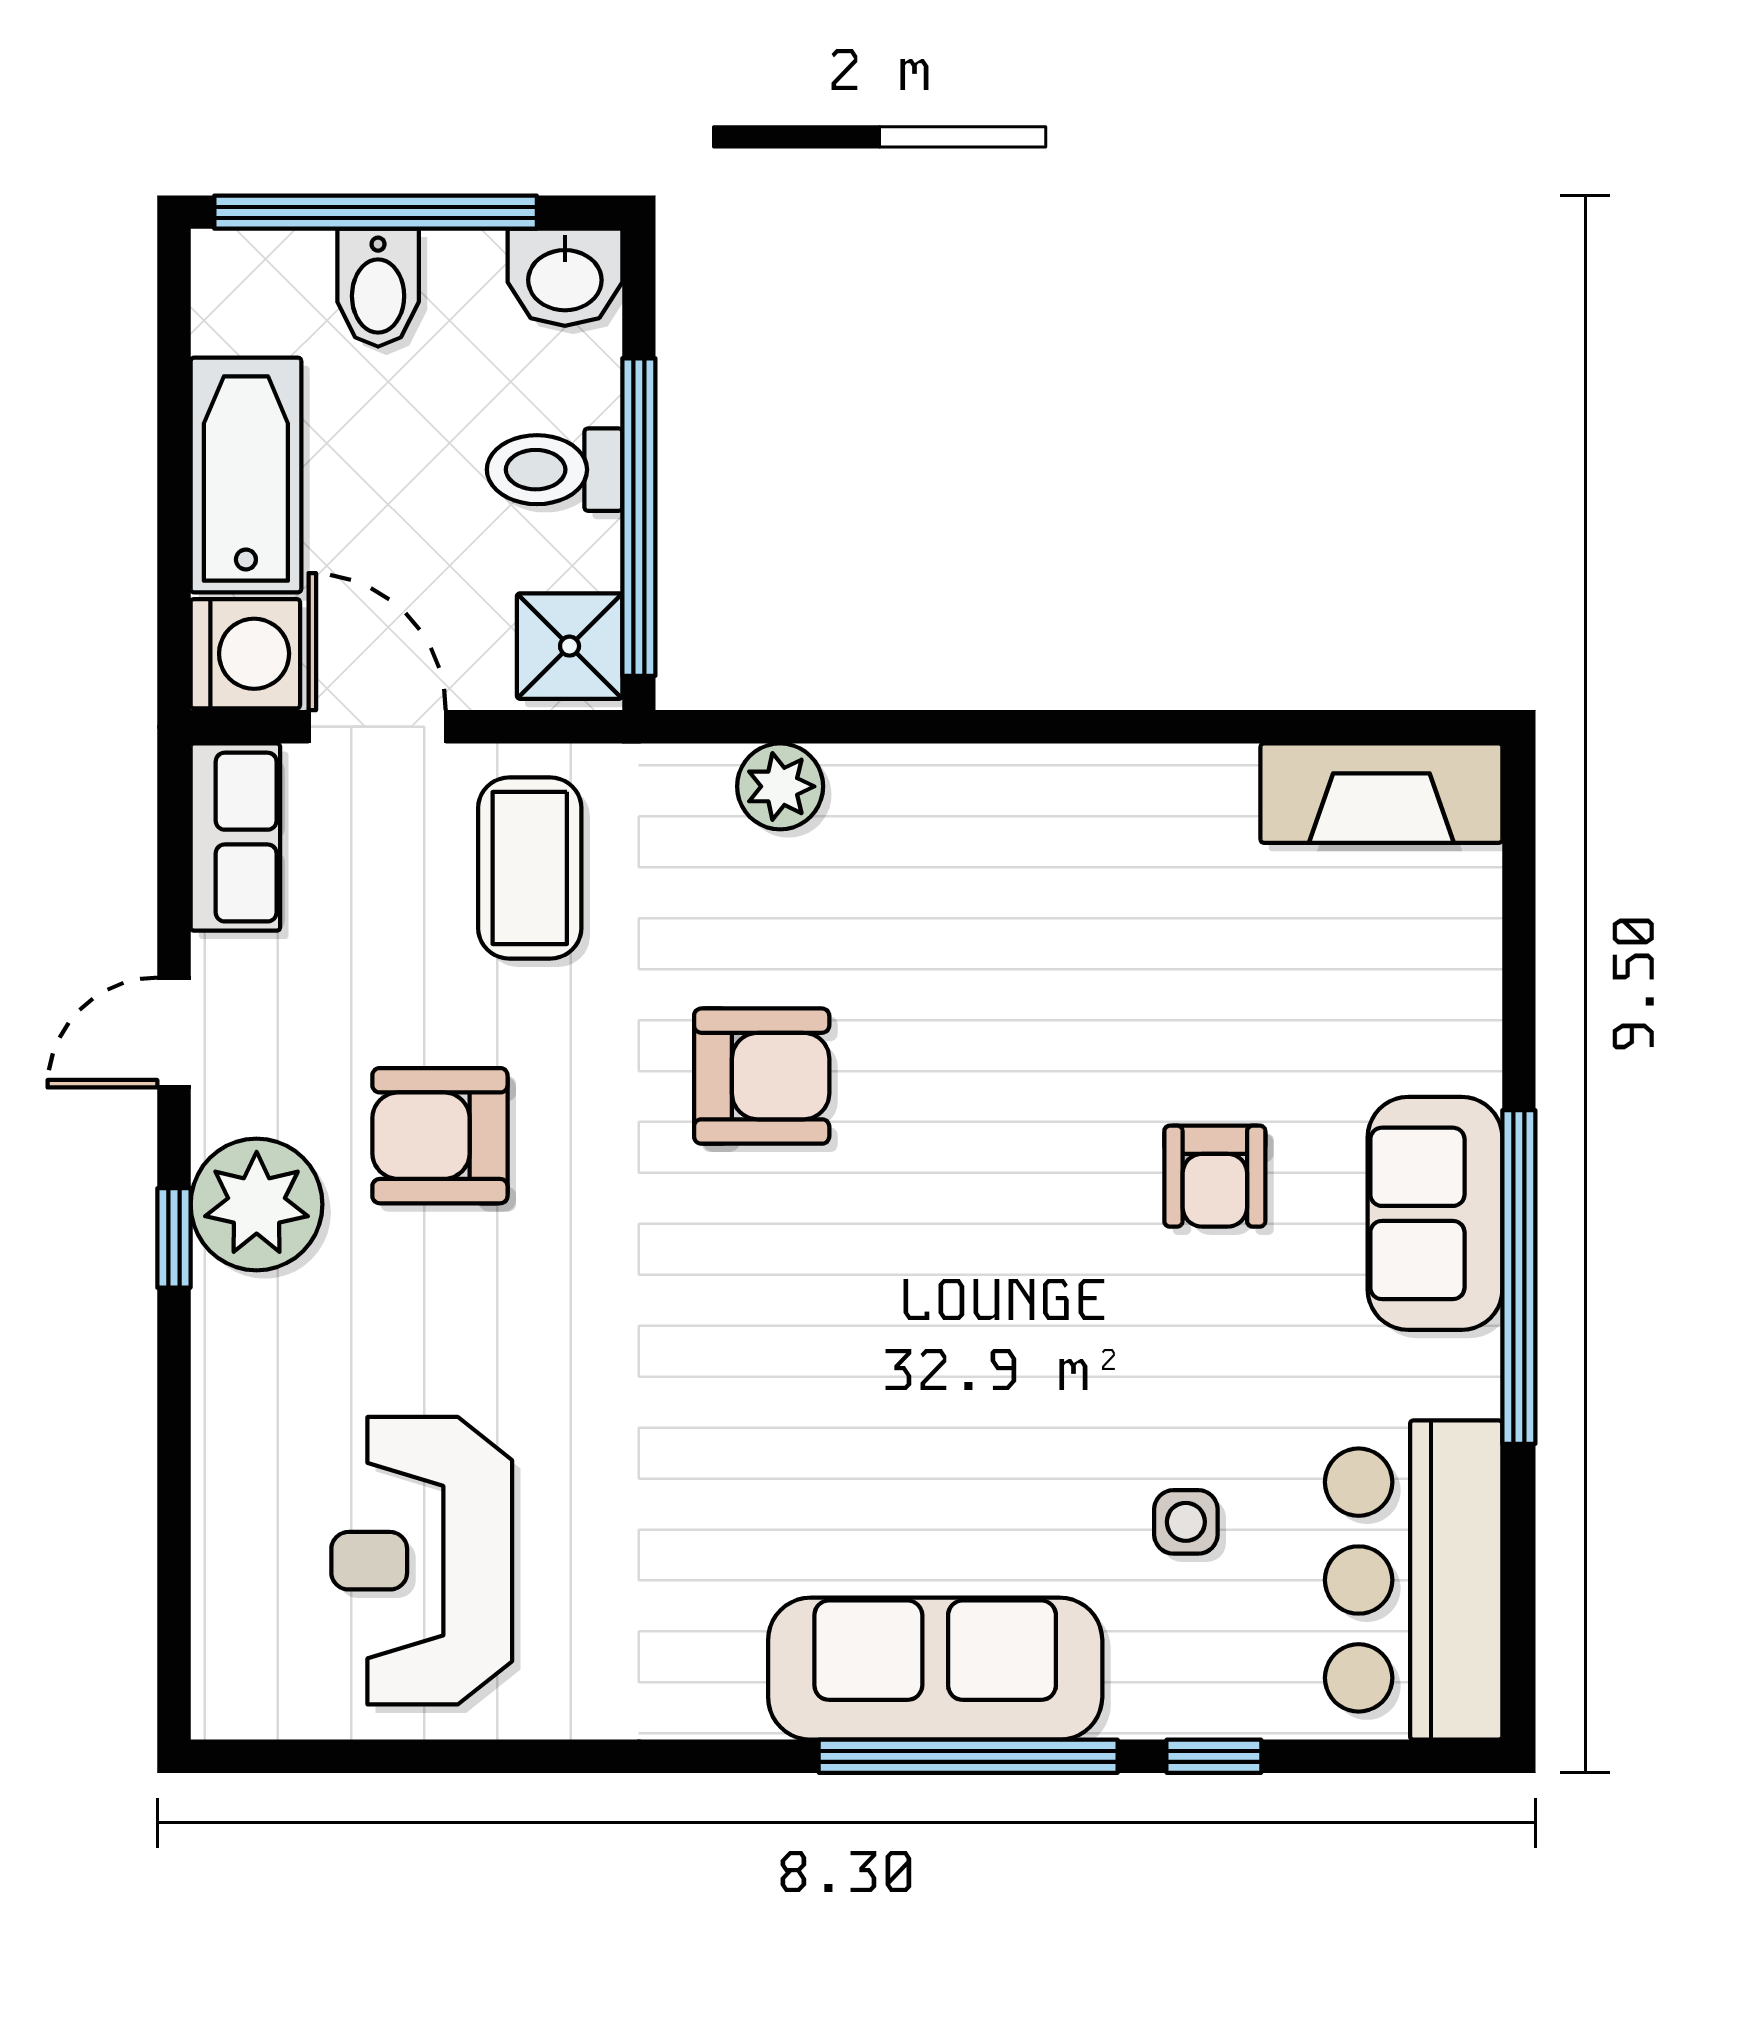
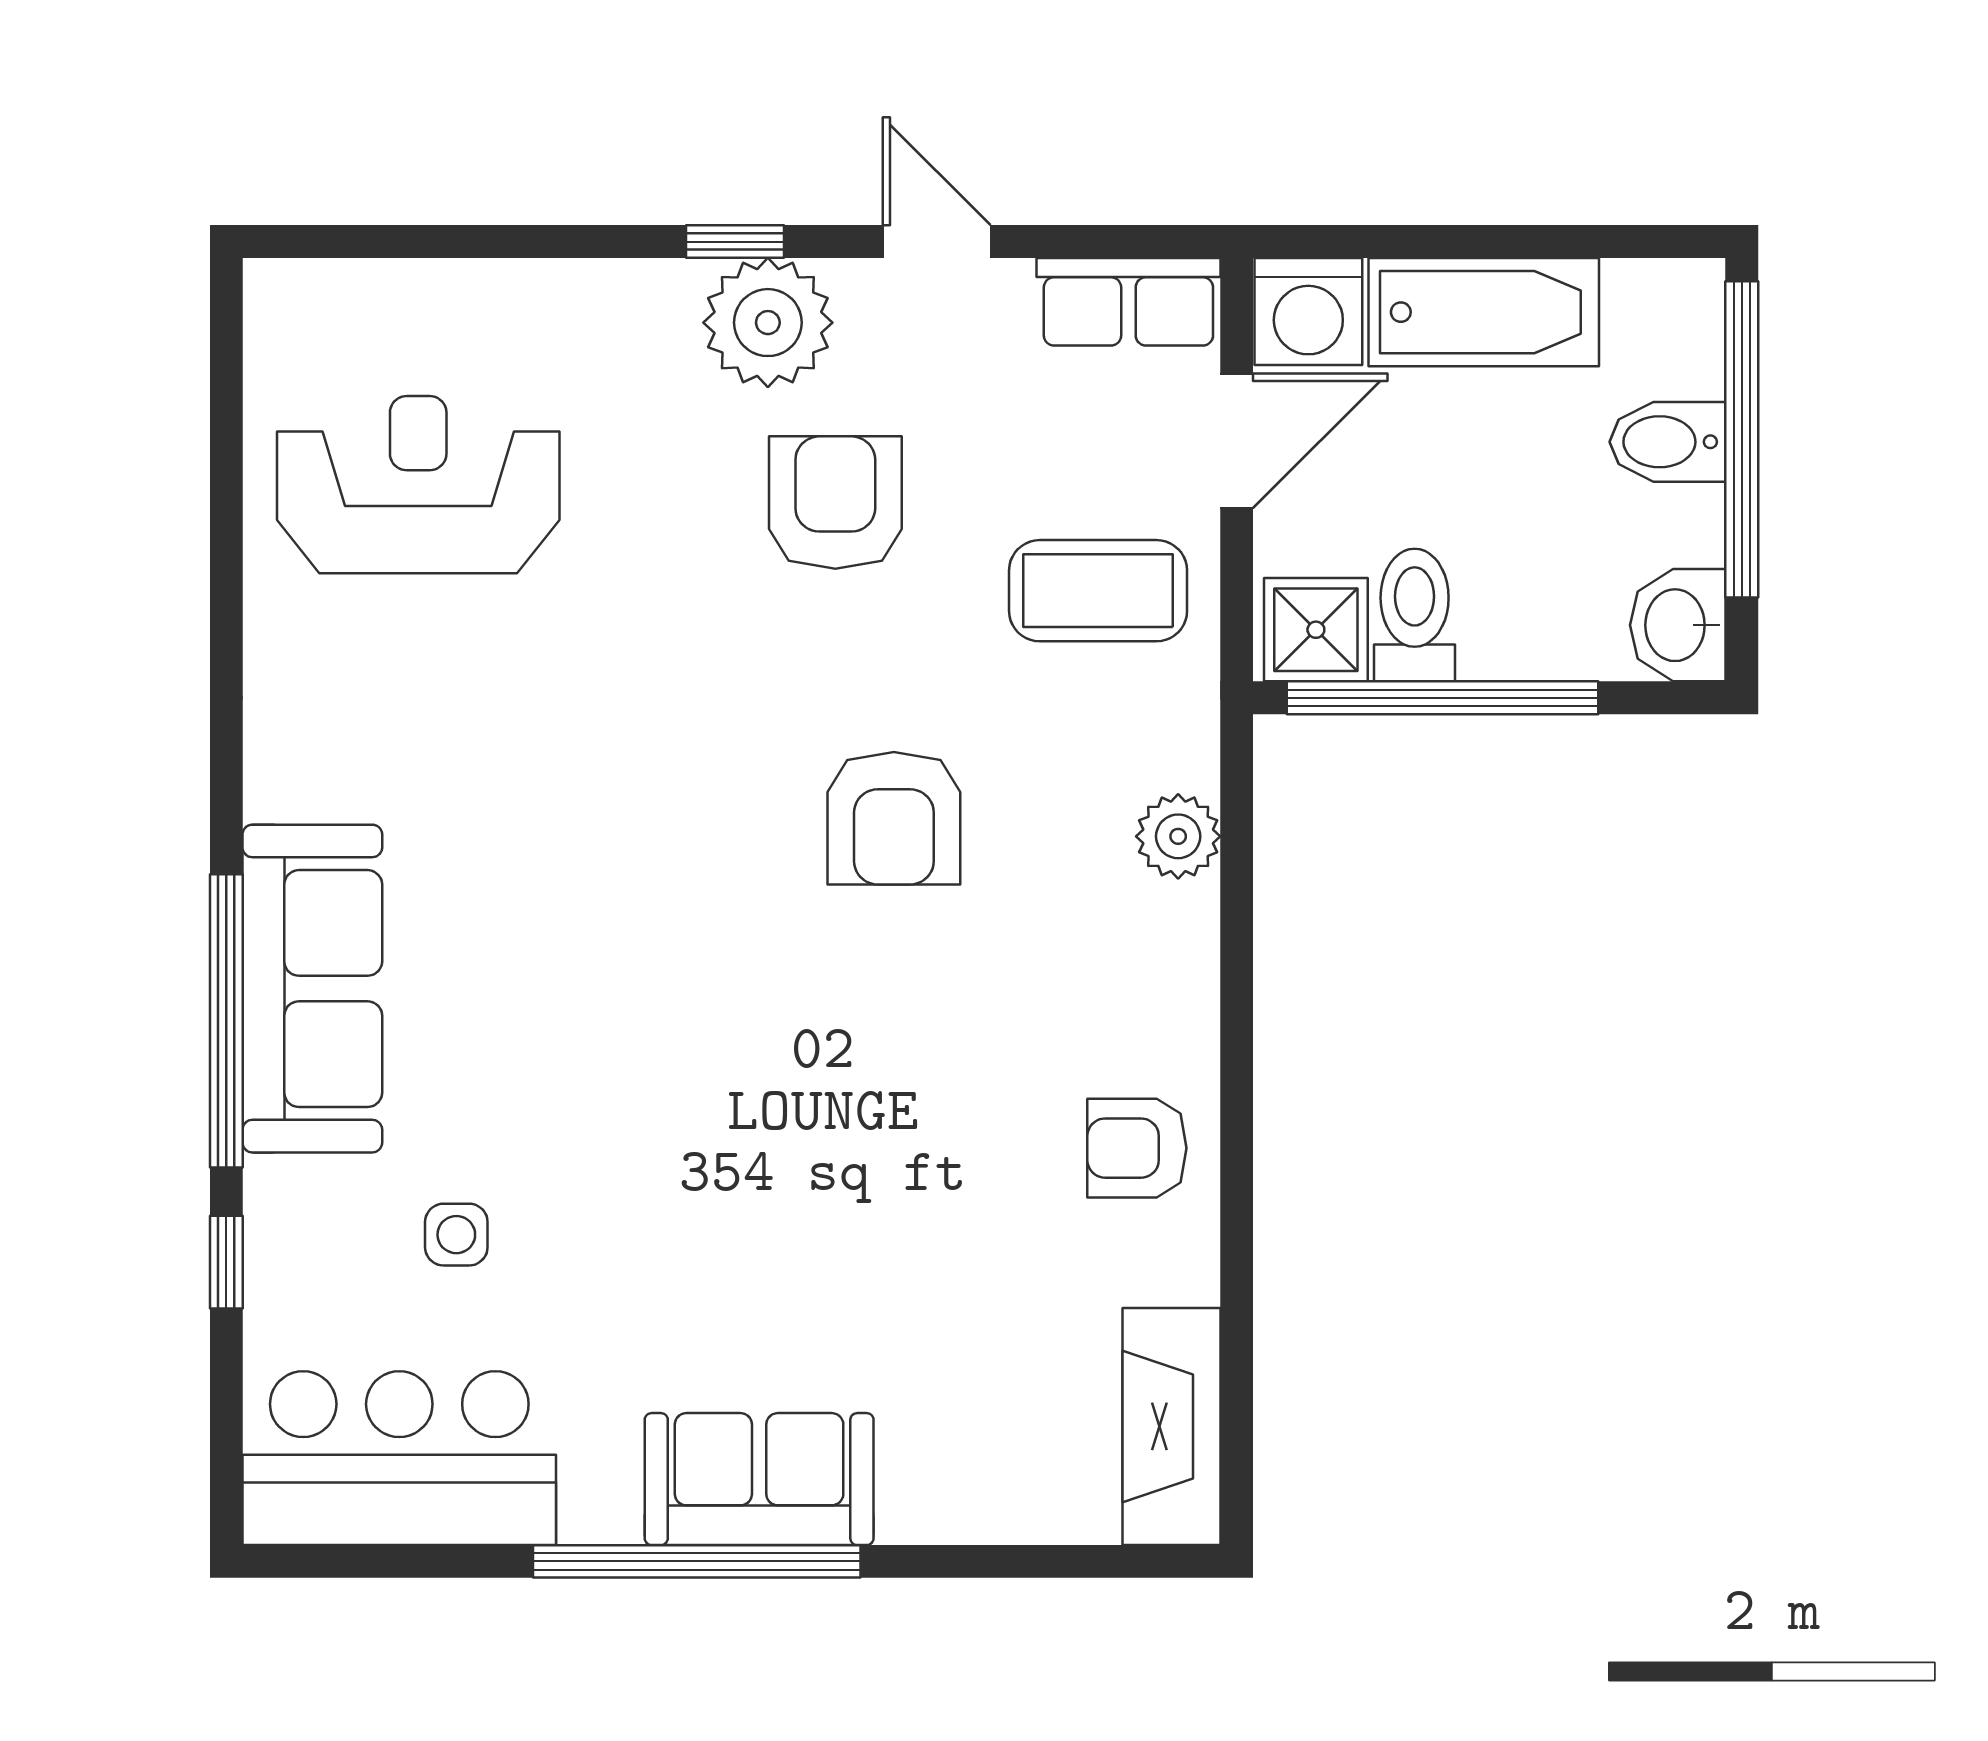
toilet: (555, 470) -> (1415, 615), moved
armchair: (1215, 1176) -> (1137, 1148), moved

